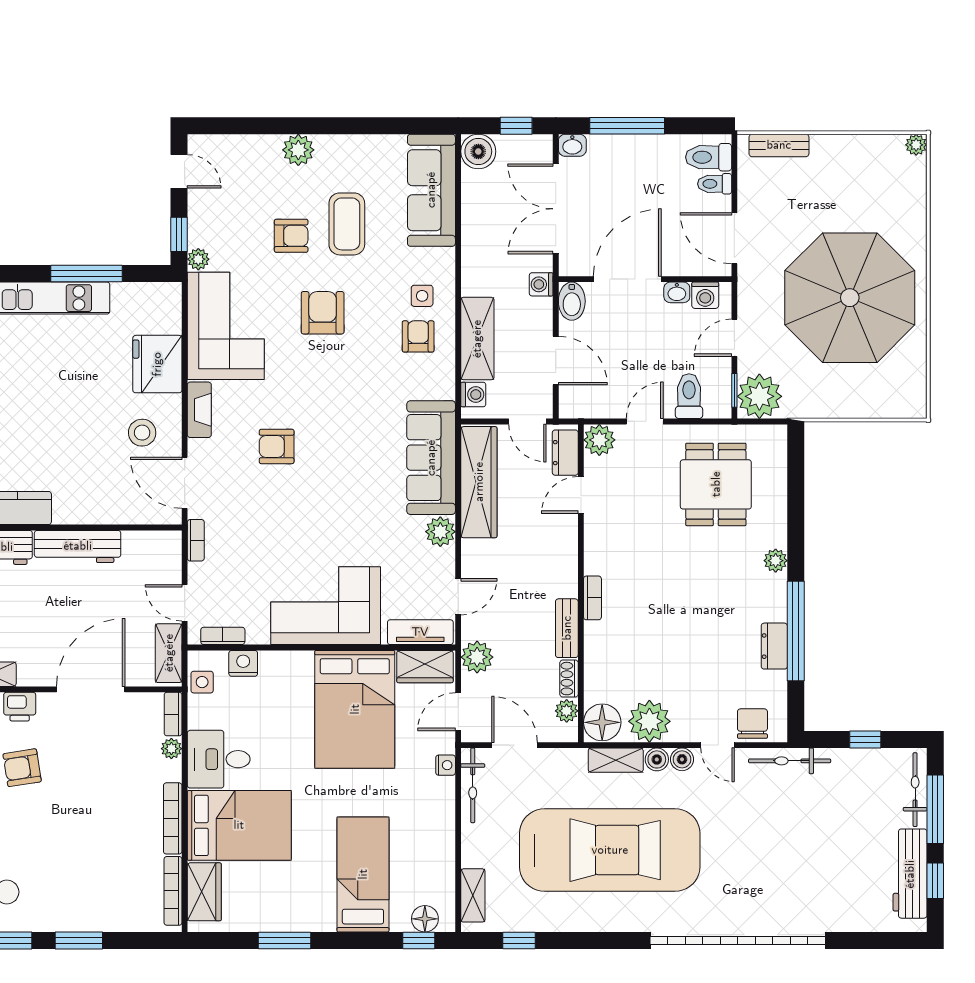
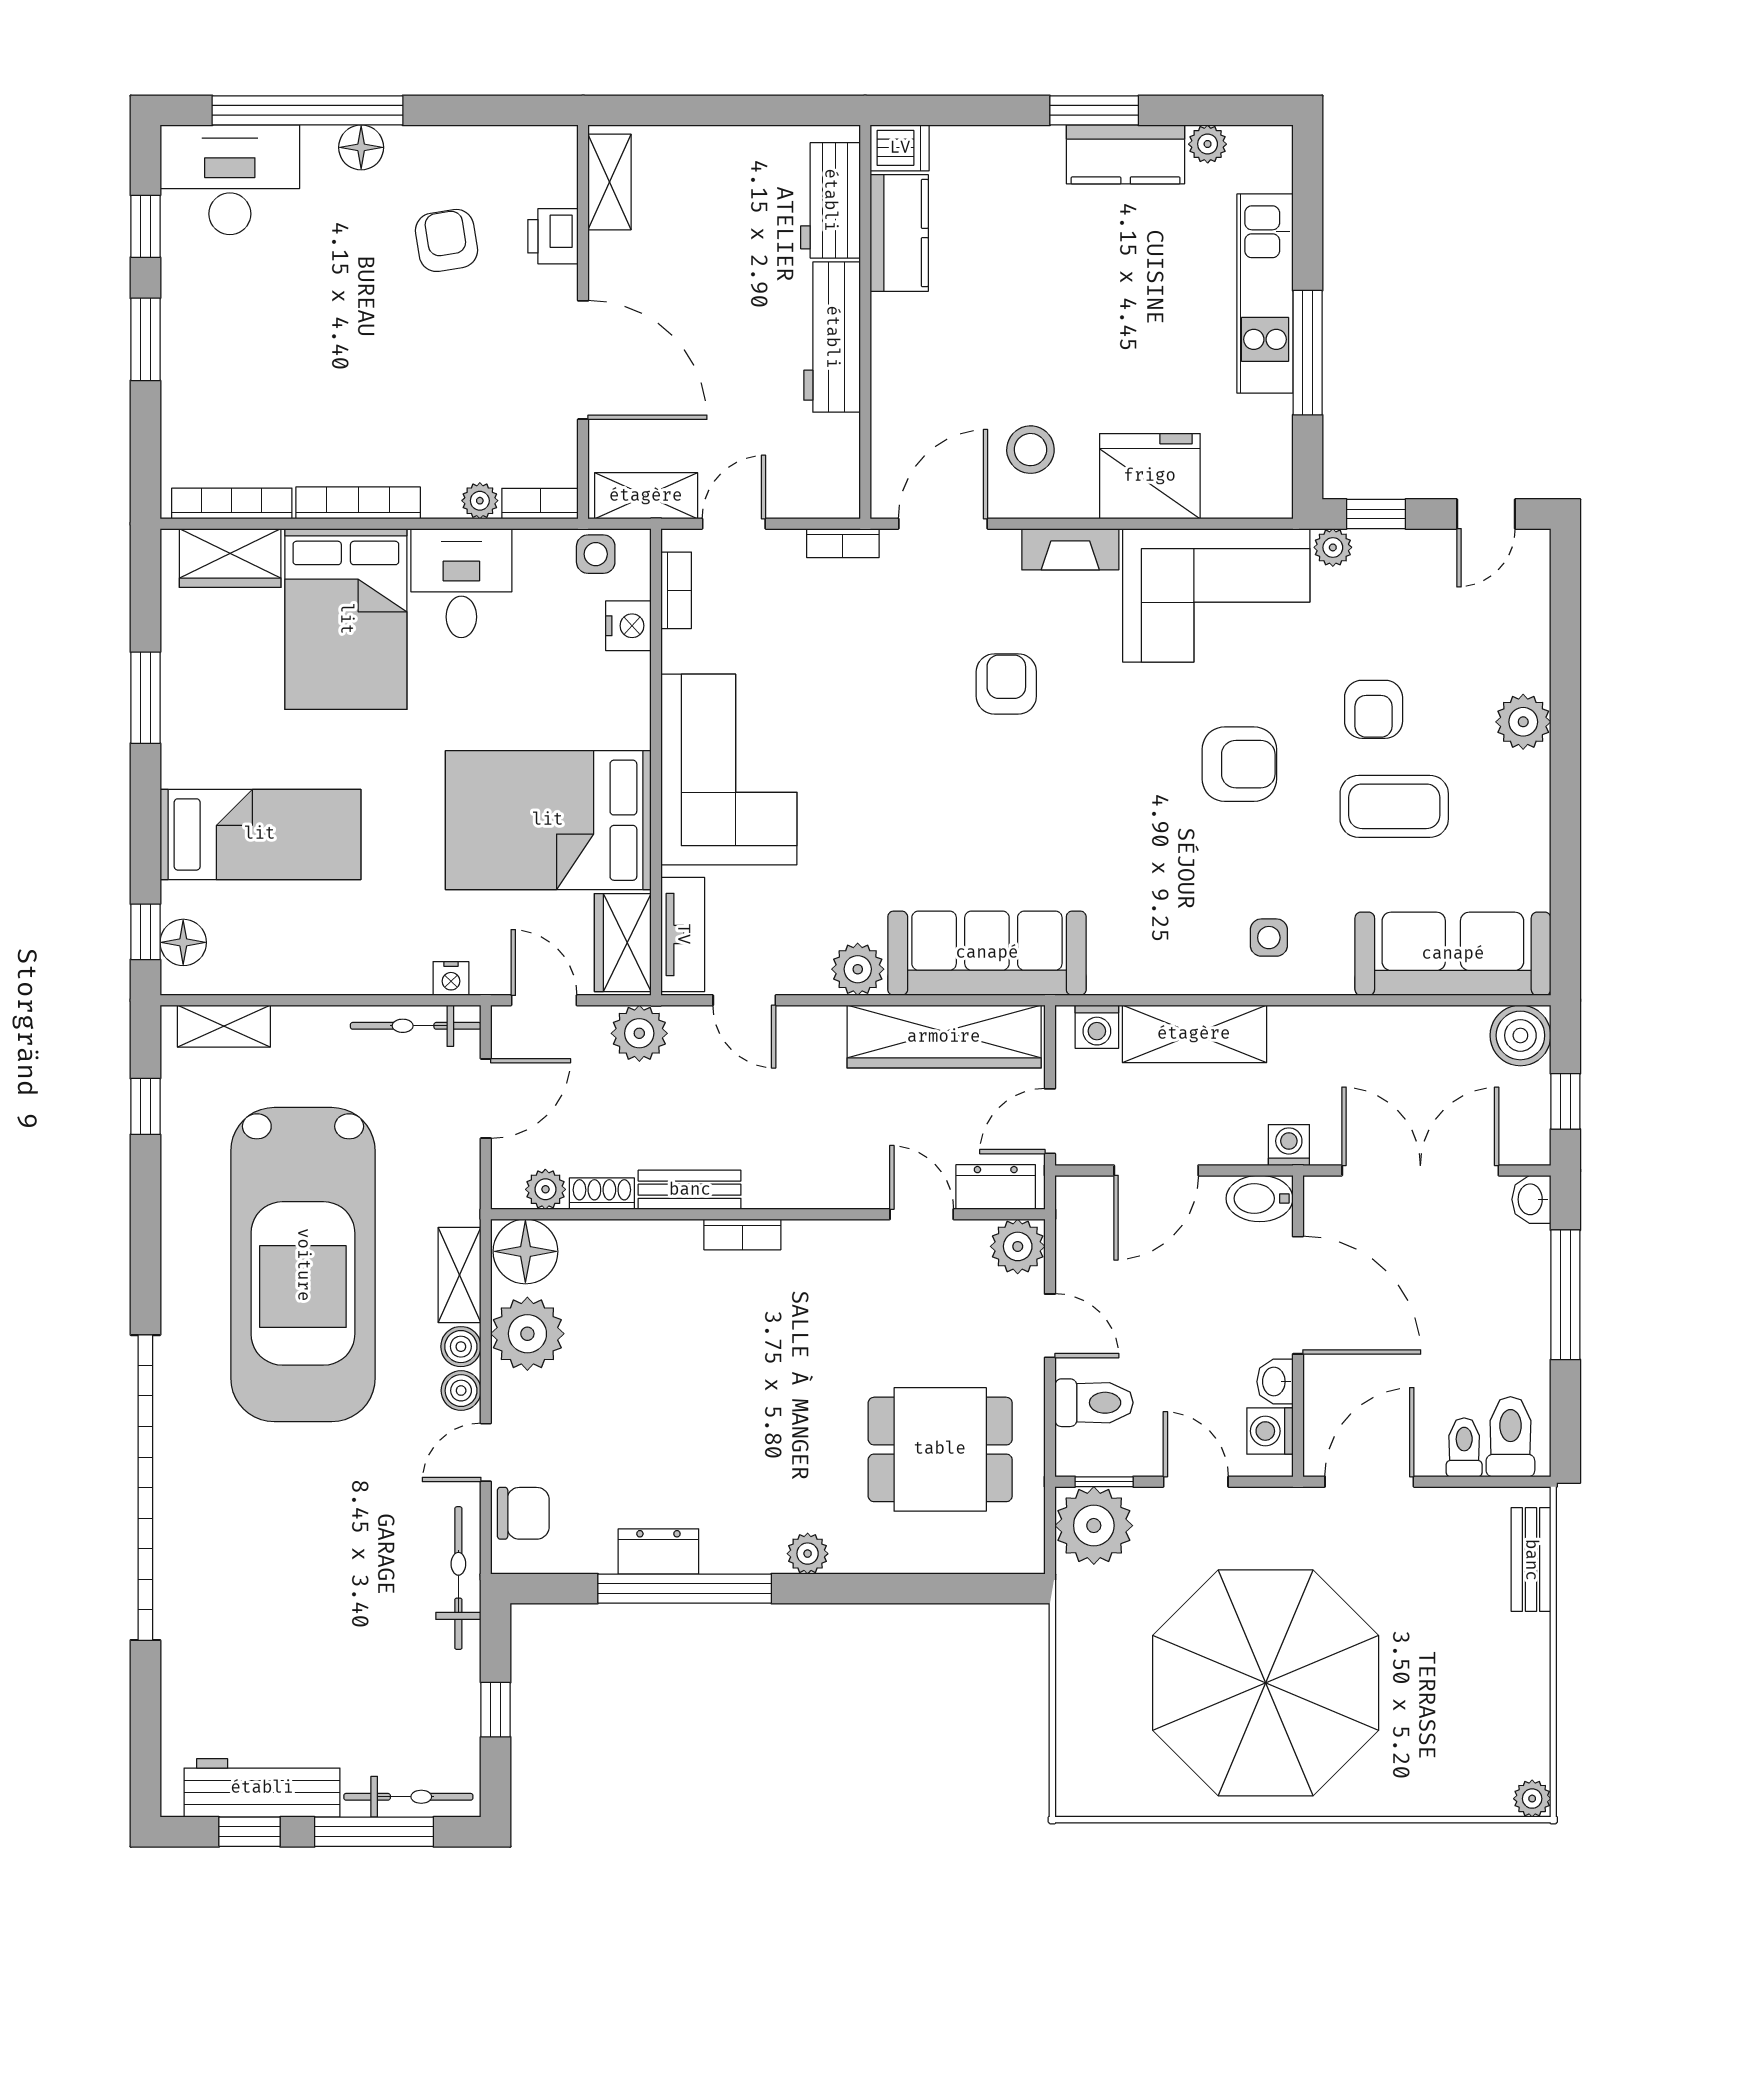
armchair: (418, 336) -> (1198, 931), removed

